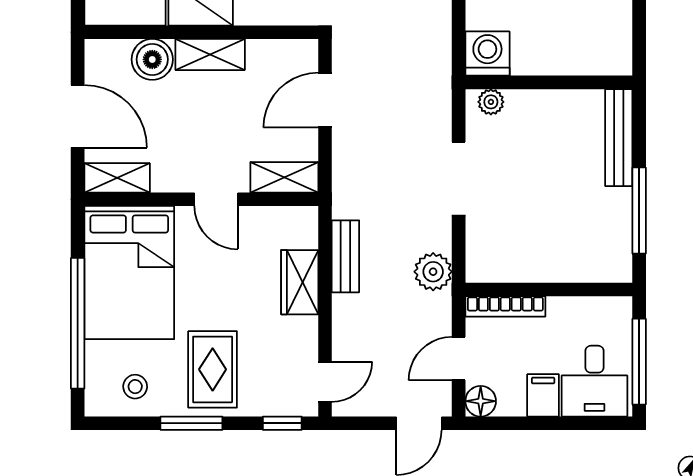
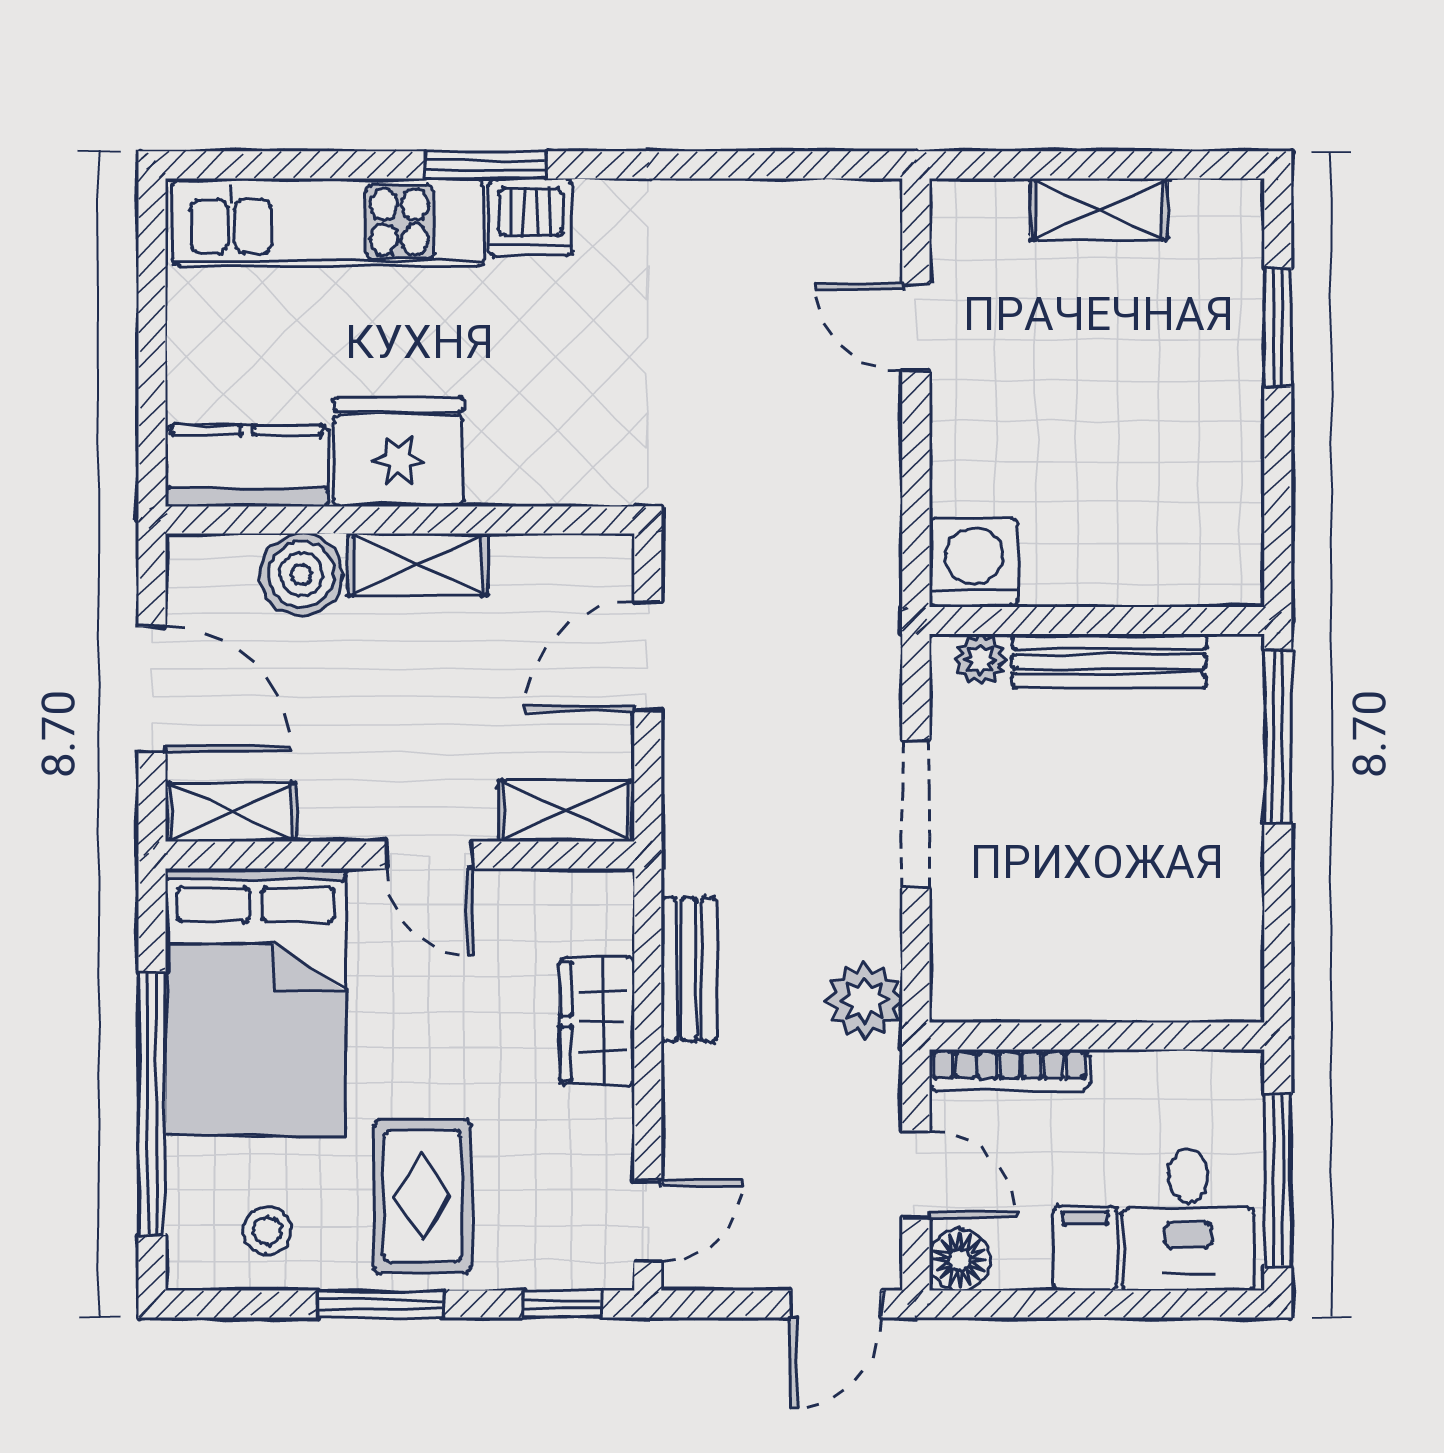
bench: (619, 138) -> (1109, 661), moved, turned 90
window: (639, 211) -> (1278, 736), moved
door: (459, 359) -> (916, 1174), swing flipped

